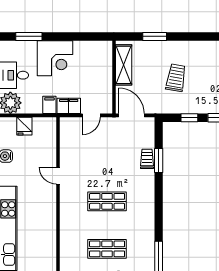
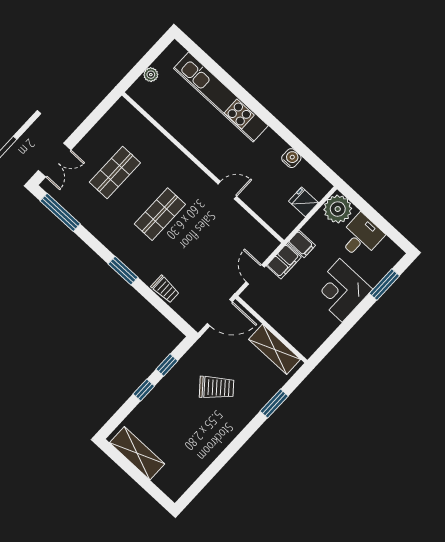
trolley: (176, 78) -> (216, 387), turned -50
window: (159, 160) -> (123, 271), moved

